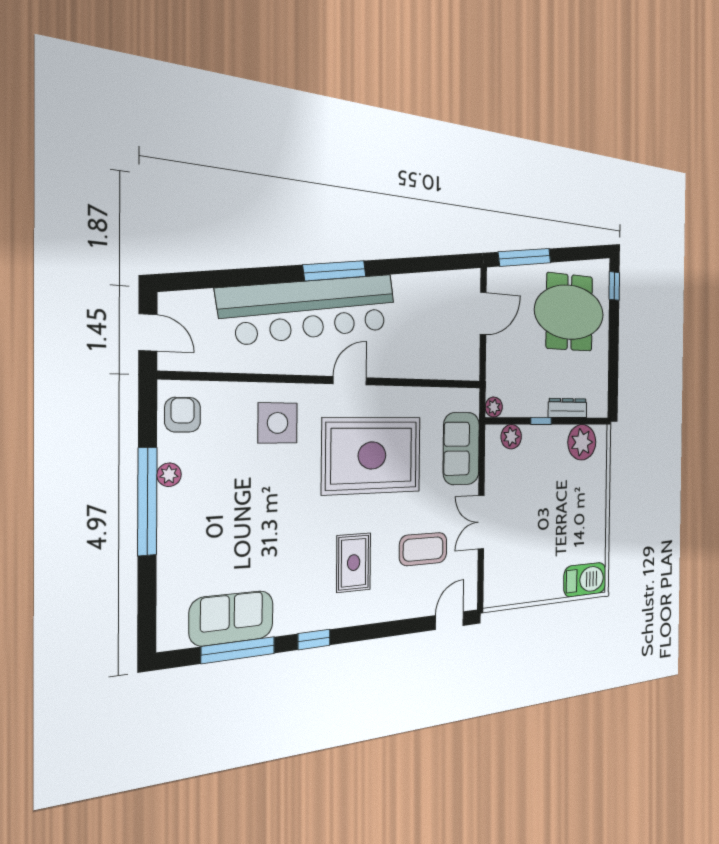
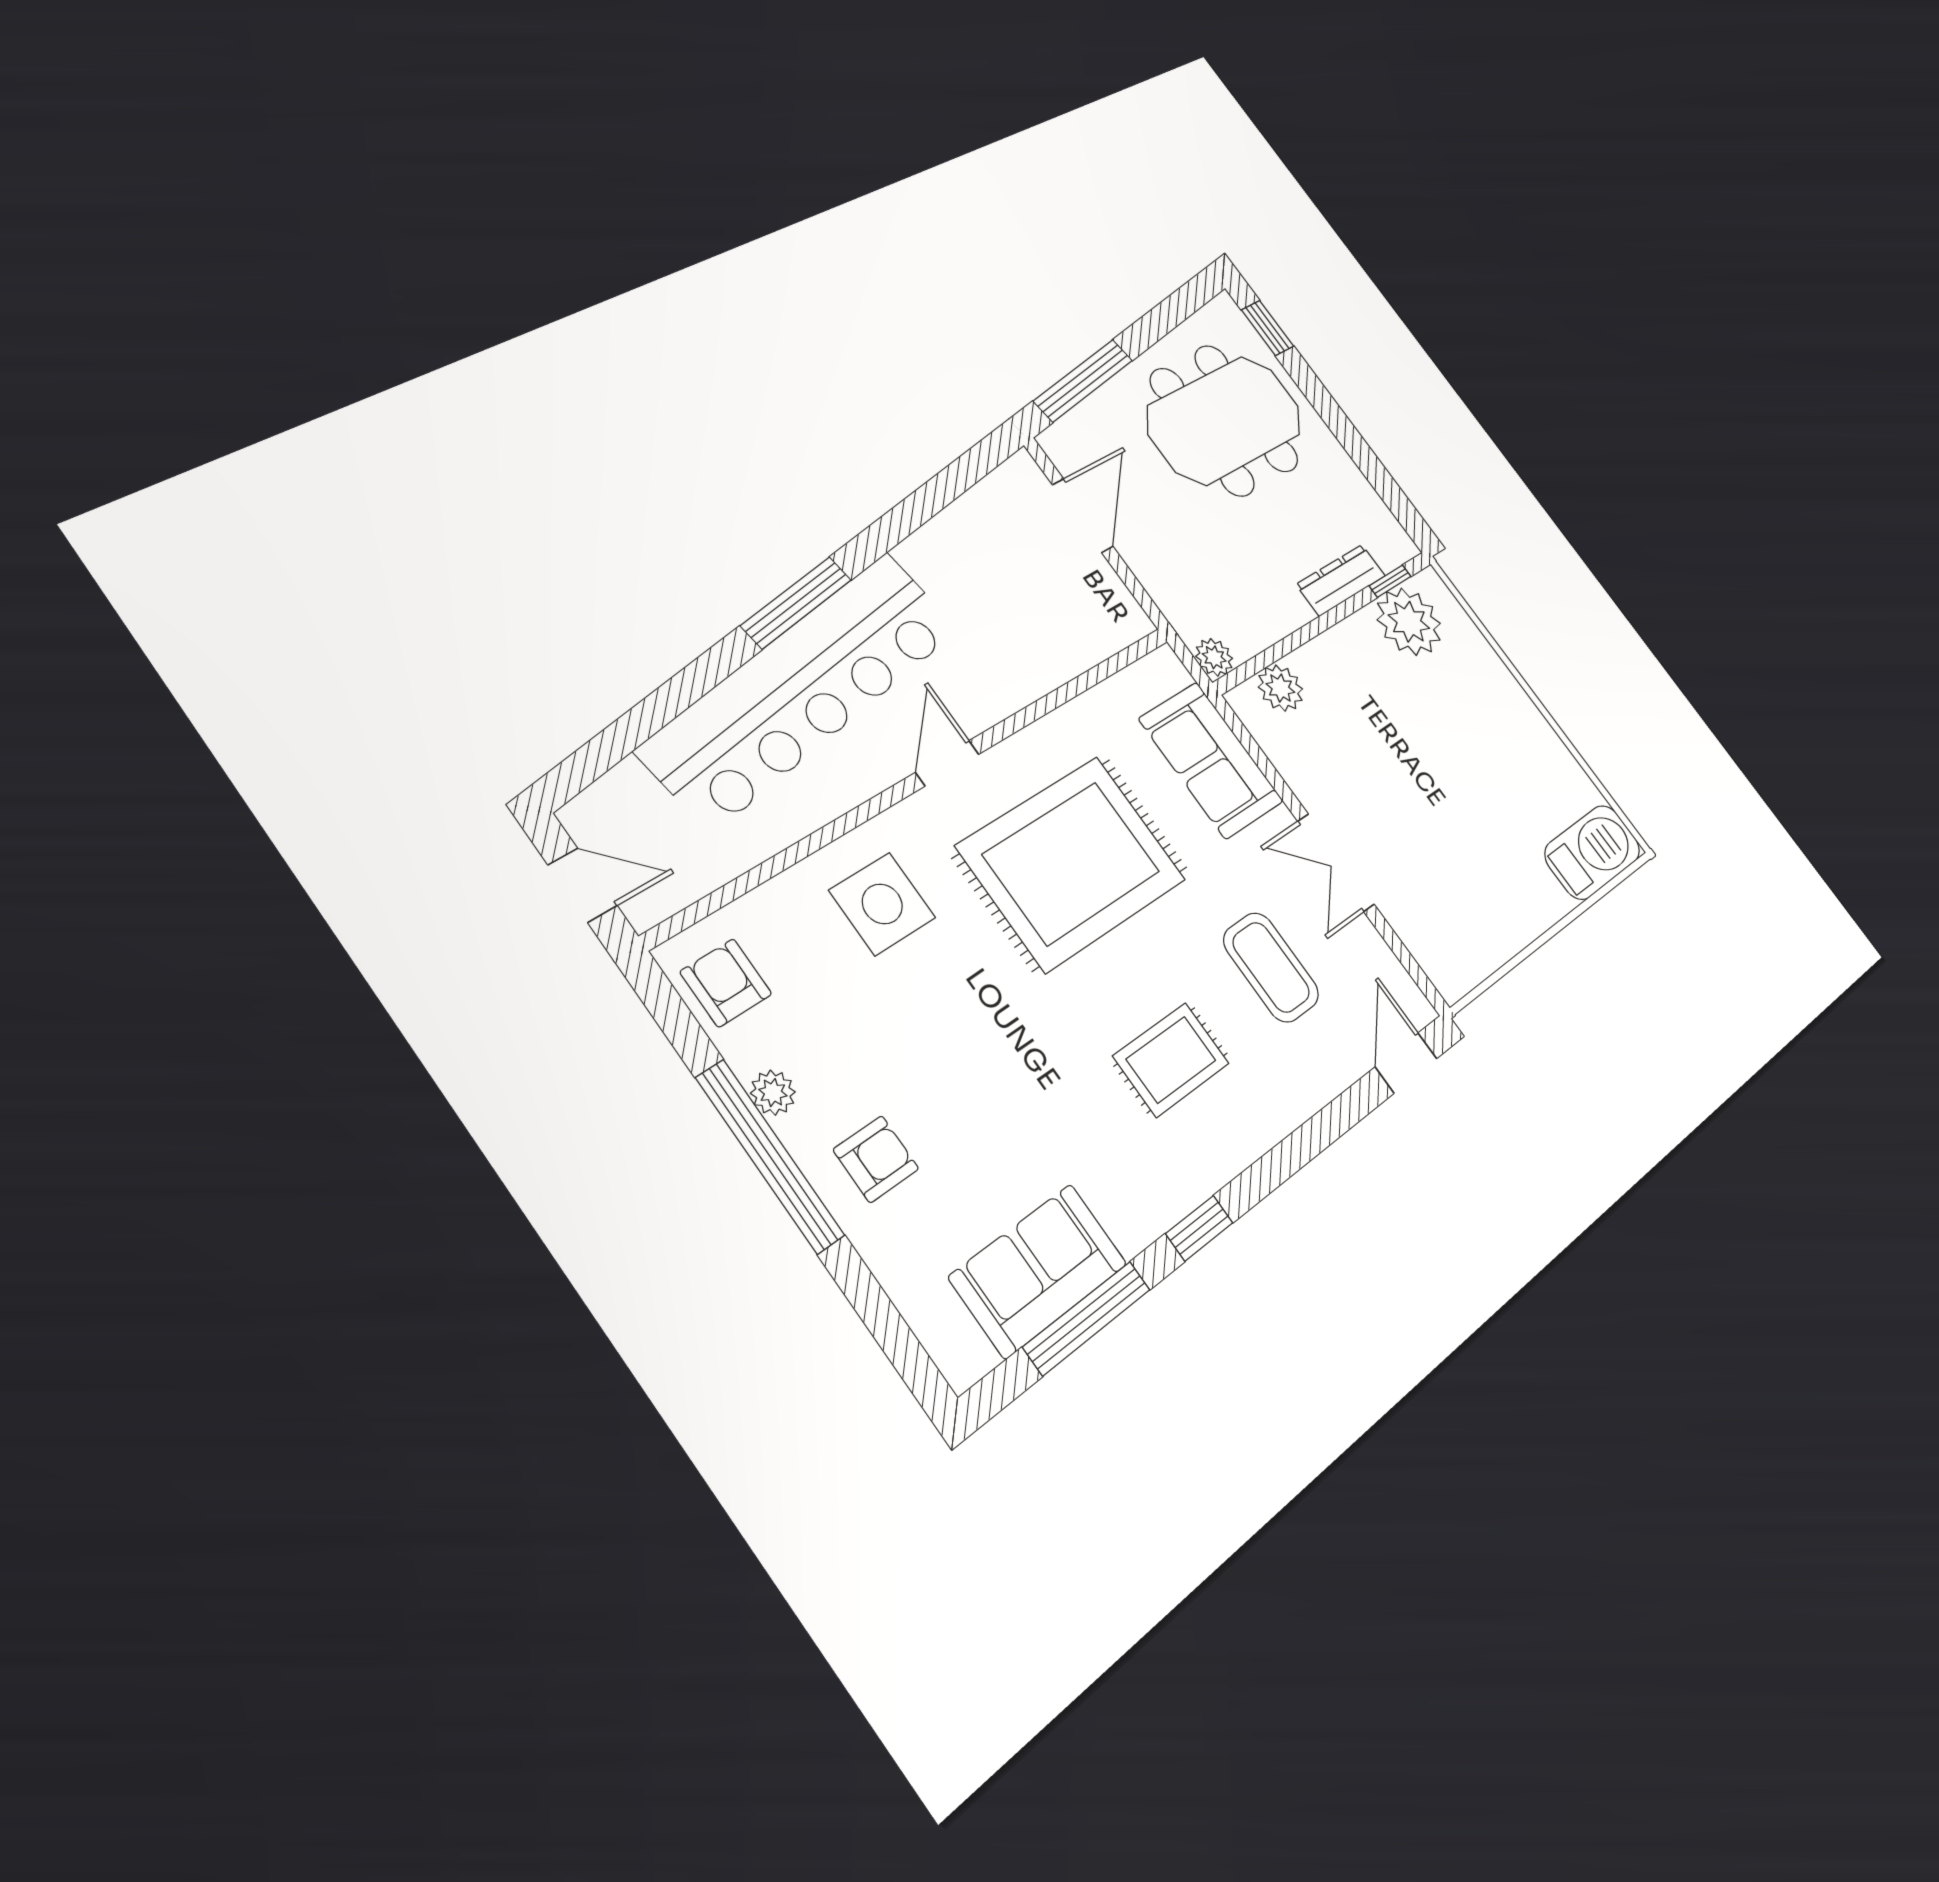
window: (541, 421) -> (1390, 581), moved
armchair: (194, 530) -> (876, 1159), added
coffee table: (423, 549) -> (1271, 967), turned 90
rug: (354, 563) -> (1171, 1060), turned 90

